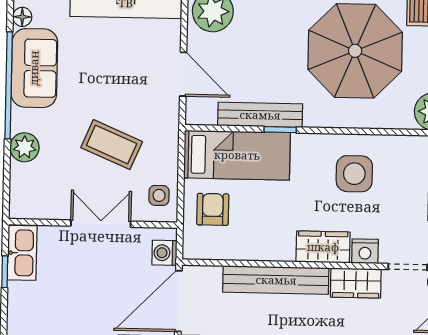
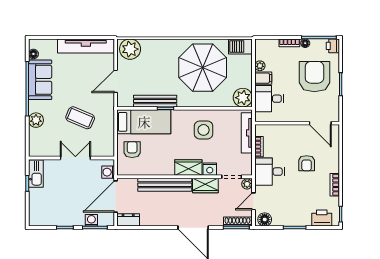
door: (183, 74) -> (116, 81), swing flipped
side table: (159, 195) -> (105, 143), removed

